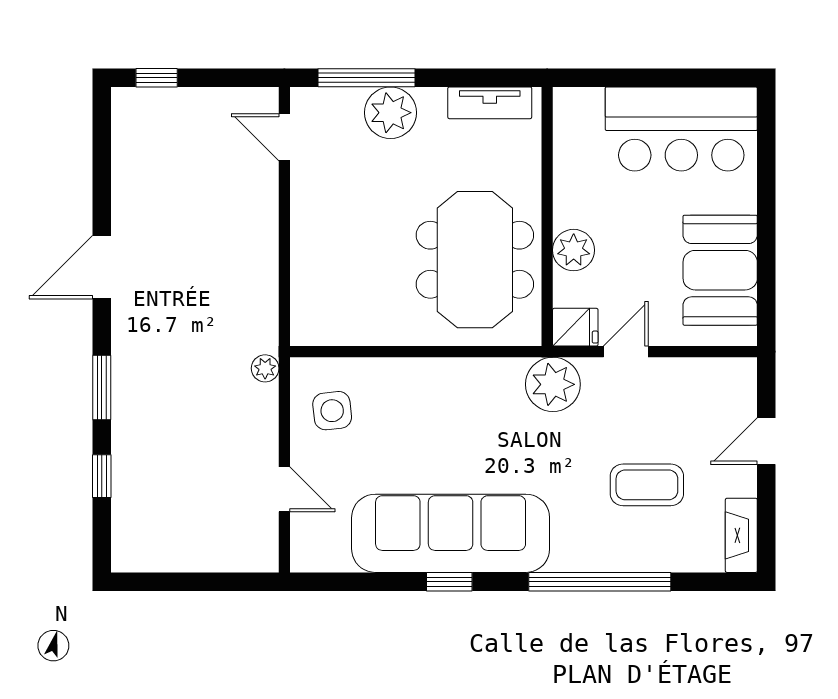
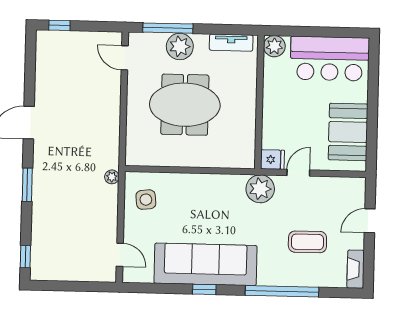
plant: (574, 250) -> (274, 46), moved
meeting table: (475, 260) -> (185, 105), moved, turned 90
window: (102, 476) -> (25, 257), moved
door: (284, 489) -> (120, 255), moved

